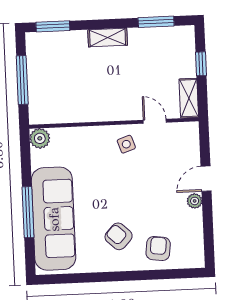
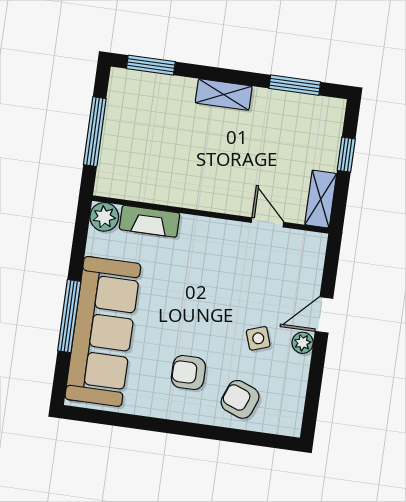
fireplace: (72, 136) -> (150, 221), added
side table: (126, 144) -> (258, 338), moved
armchair: (119, 236) -> (188, 373), turned -43
armchair: (158, 249) -> (240, 399), turned -76

